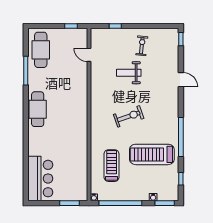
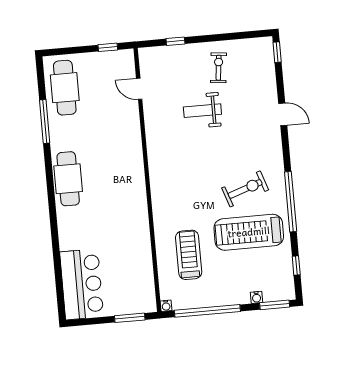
exercise bike: (129, 116) -> (245, 189), moved

